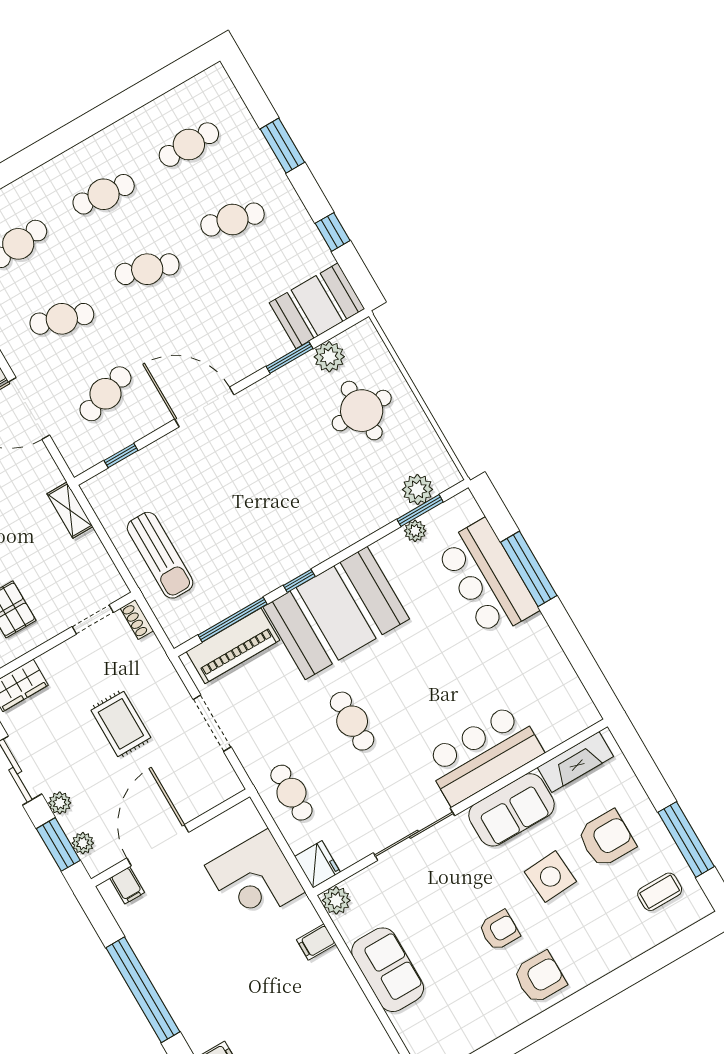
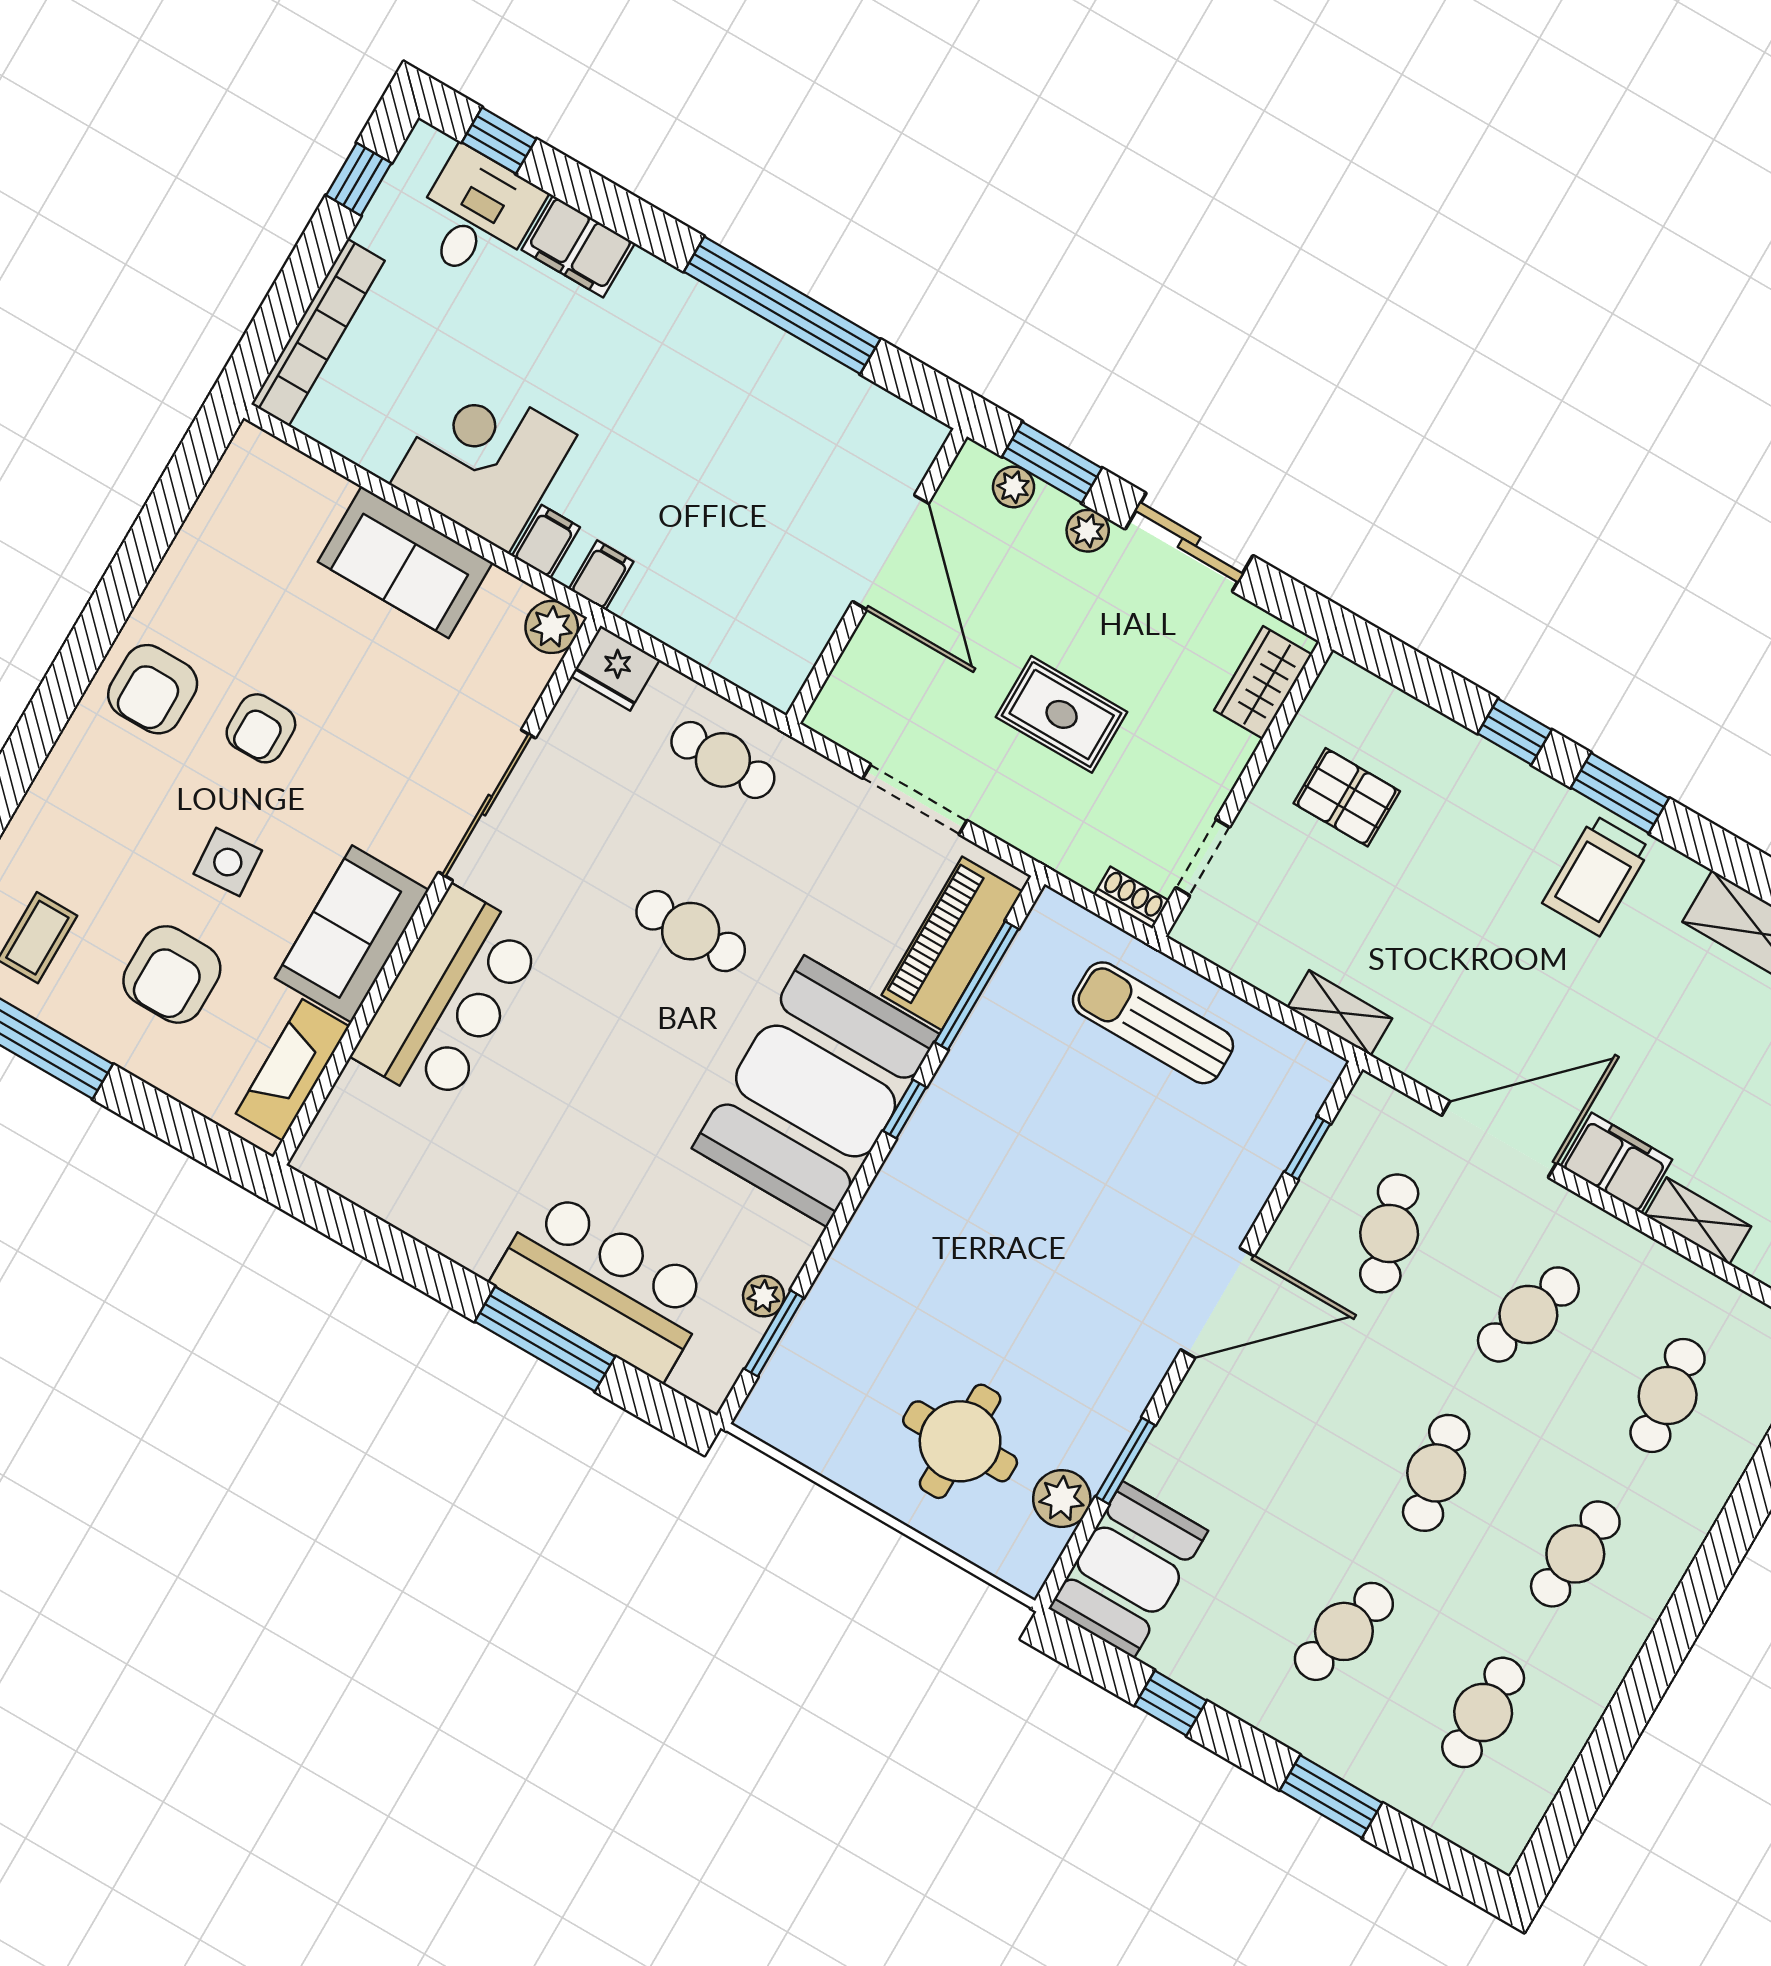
cafe table: (147, 269) -> (1436, 1473), turned -30
plant: (417, 489) -> (797, 1365), removed
side table: (550, 877) -> (228, 862), width x0.73, depth x0.73
corner desk: (255, 879) -> (483, 460), moved
filing cabinet: (127, 885) -> (601, 575), moved, turned 90

